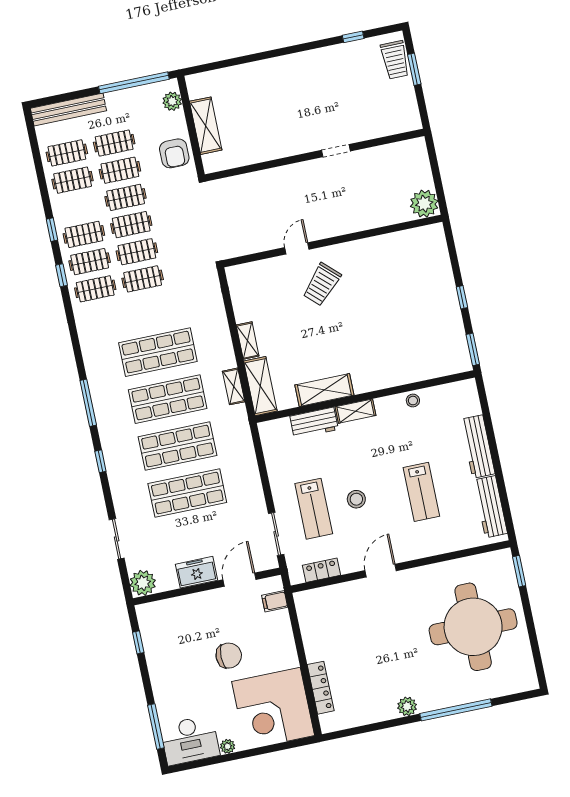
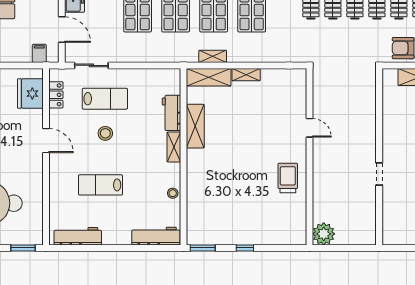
trolley: (322, 284) -> (288, 178), moved, turned 47
workbench: (478, 447) -> (156, 236), moved
lab bench: (314, 509) -> (105, 99), turned 180
fridge: (327, 602) -> (30, 94), added

